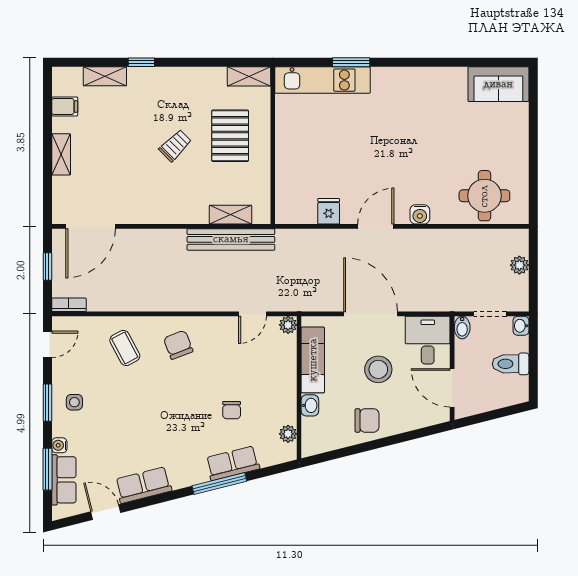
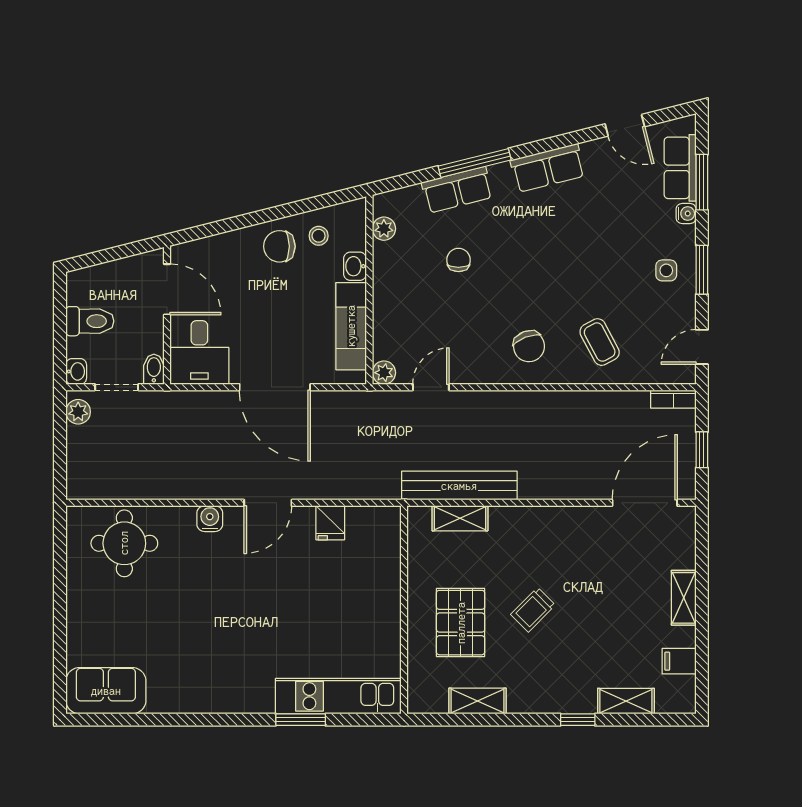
shelving: (249, 76) -> (478, 701), moved
plant: (519, 265) -> (78, 412), moved
stool: (378, 369) -> (319, 236), moved, width x0.53, depth x0.53
row of seats: (143, 485) -> (548, 168), moved

